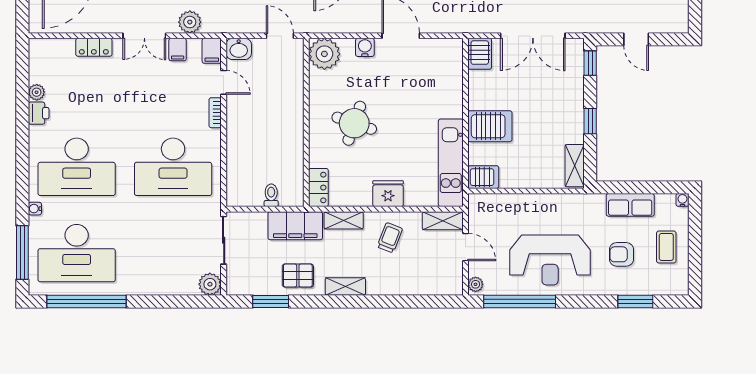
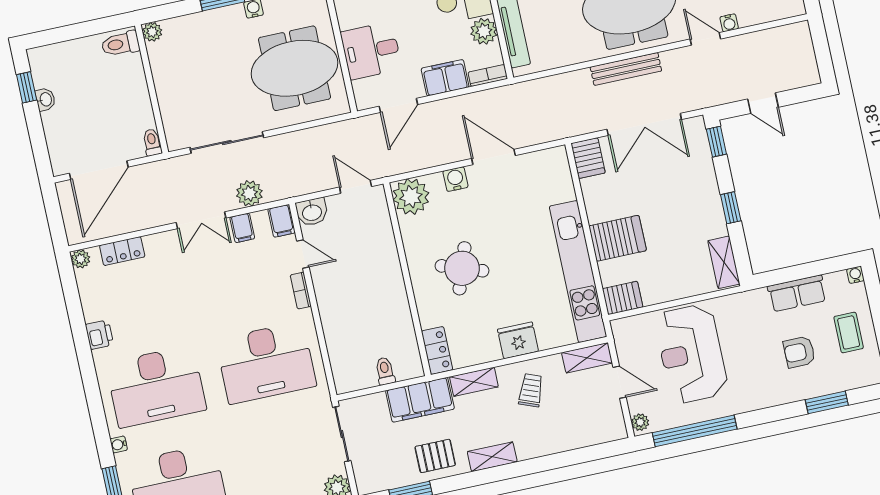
locker: (94, 47) -> (122, 251), moved
plant: (37, 92) -> (81, 259), moved
kitchen unit: (451, 163) -> (578, 271), width x1.36
reception desk: (550, 260) -> (691, 354), moved, turned 90

